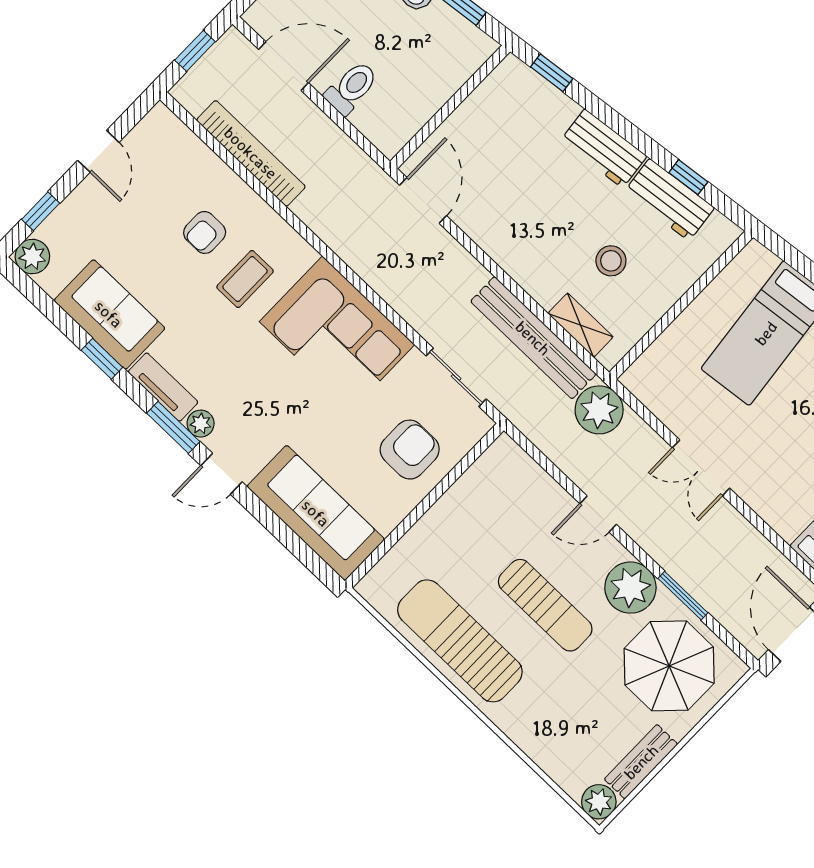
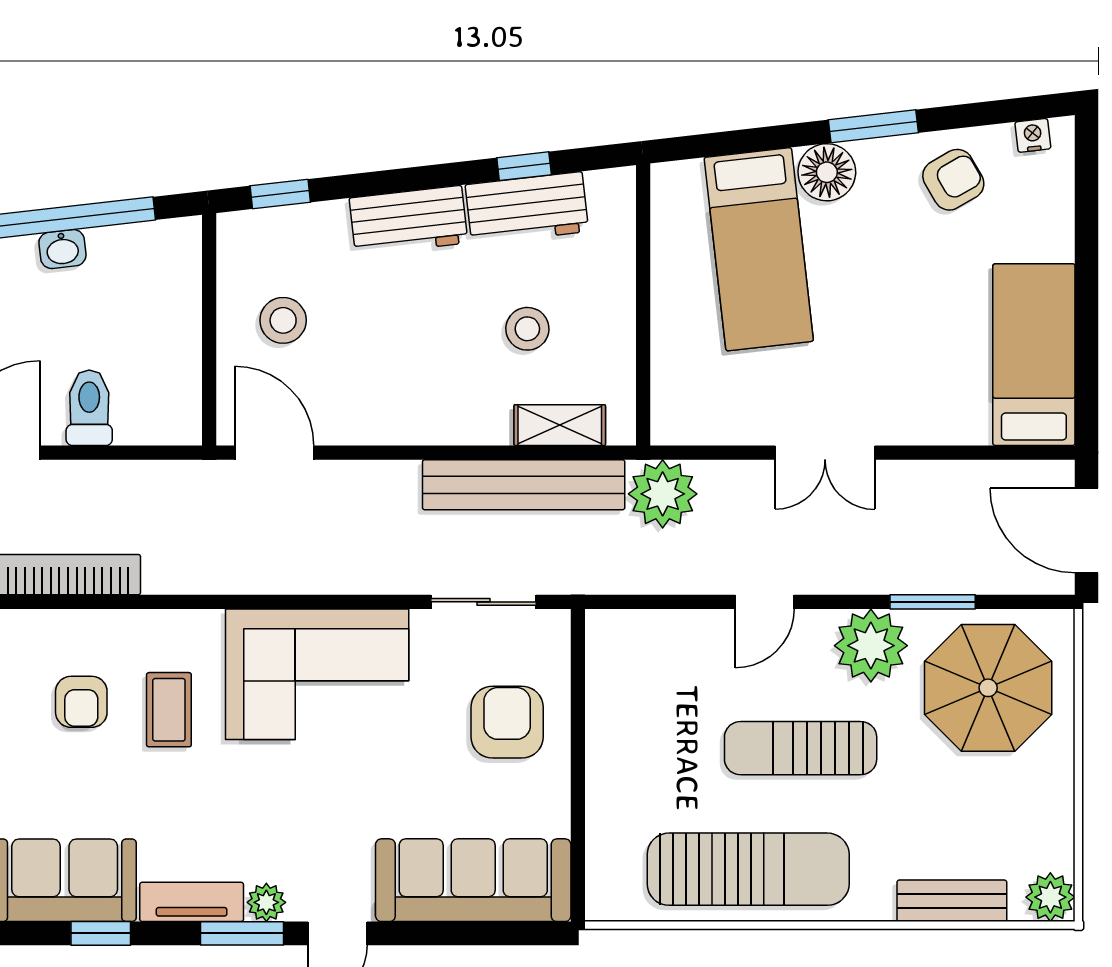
stool: (492, 138) -> (283, 320), added
sun lounger: (545, 605) -> (801, 748), turned 180
sun lounger: (460, 641) -> (748, 869), turned 180
bench: (641, 762) -> (952, 901), moved, turned 90

